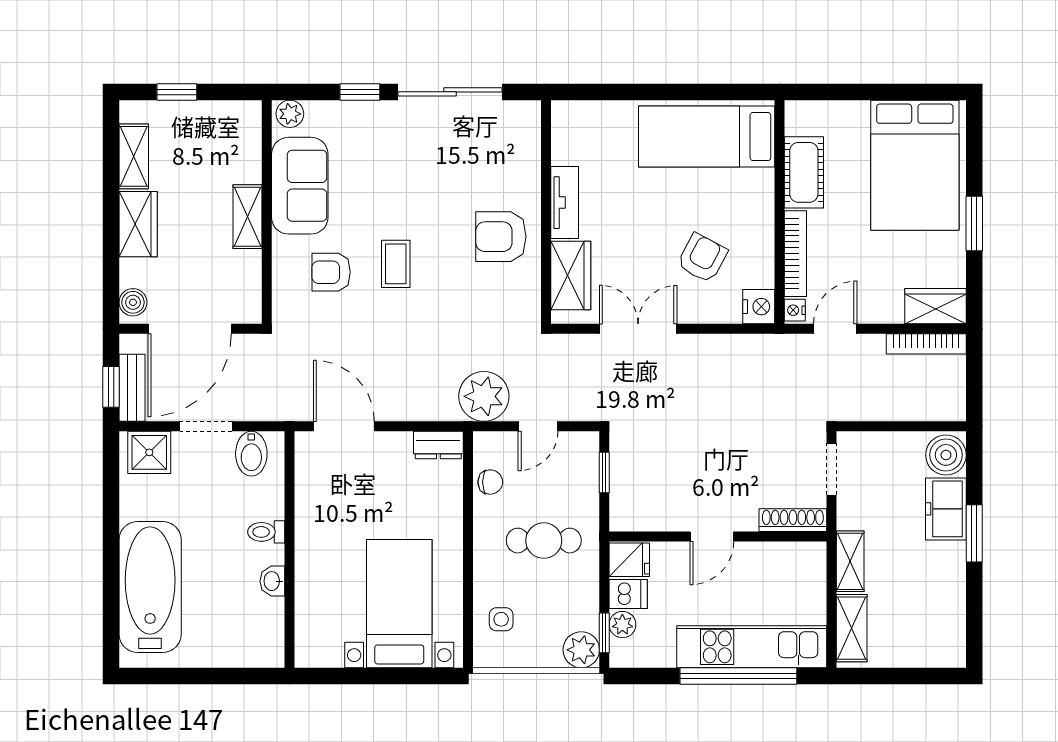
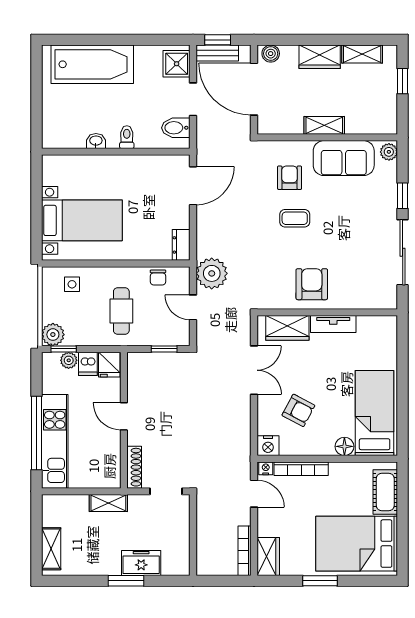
cot: (804, 172) -> (385, 492), moved, turned 90
floor lamp: (760, 185) -> (344, 446), added
boiler: (946, 455) -> (175, 563), removed
shelving: (852, 628) -> (51, 549), moved, turned 90

